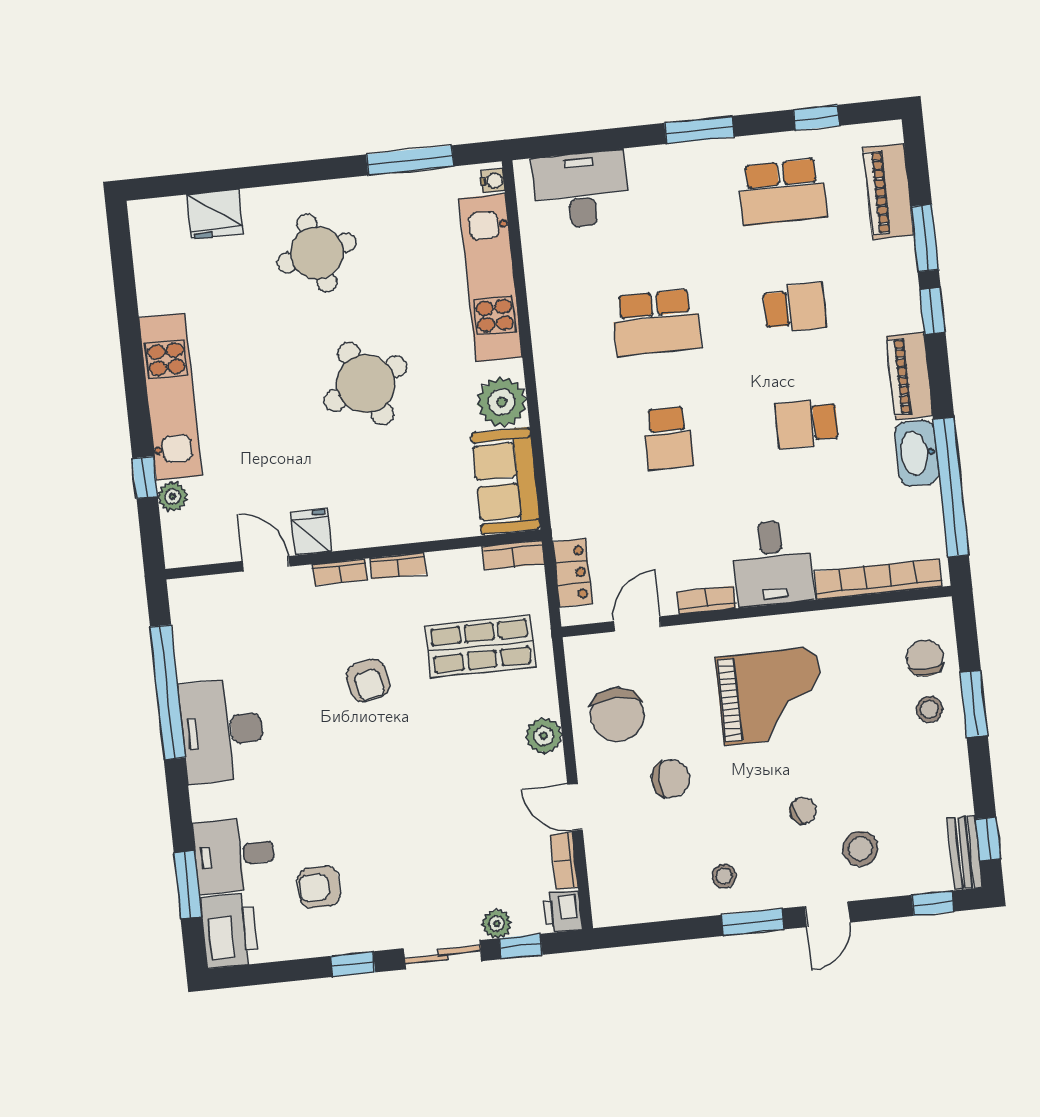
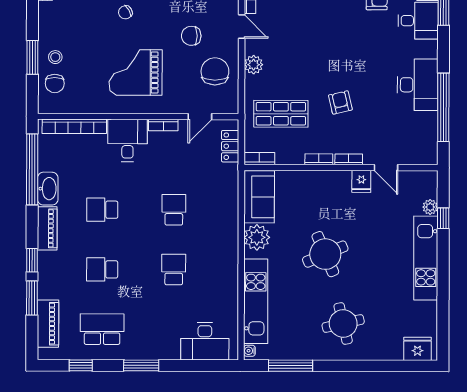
fridge: (215, 214) -> (417, 349), moved
school desk: (656, 322) -> (174, 270), width x0.54
school desk: (807, 424) -> (102, 210), turned 180

